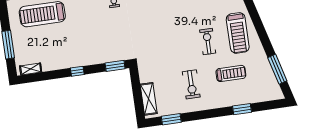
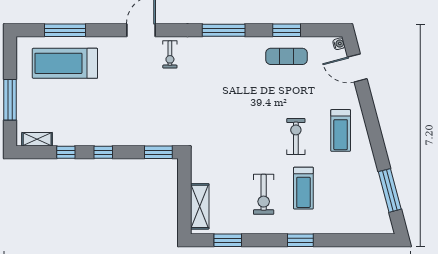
treadmill: (238, 33) -> (341, 130), width x0.73, depth x0.73
treadmill: (231, 73) -> (303, 188), moved, turned 90
window: (52, 75) -> (66, 152), added
window: (242, 109) -> (300, 240), moved

